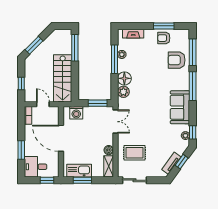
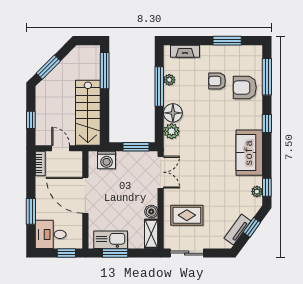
armchair: (164, 38) -> (217, 81), moved
window: (193, 86) -> (267, 124), width x0.46

